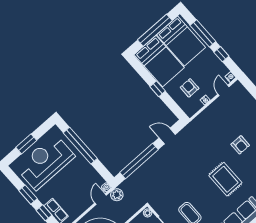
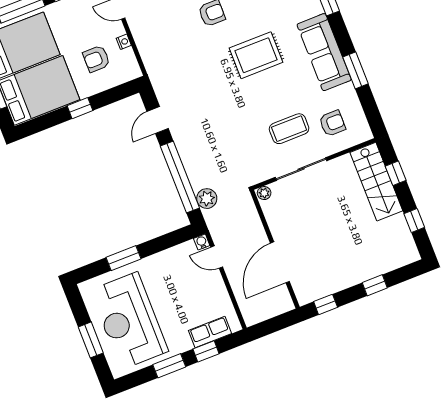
window: (80, 146) -> (124, 258), width x0.47
plant: (117, 195) -> (207, 199), moved

